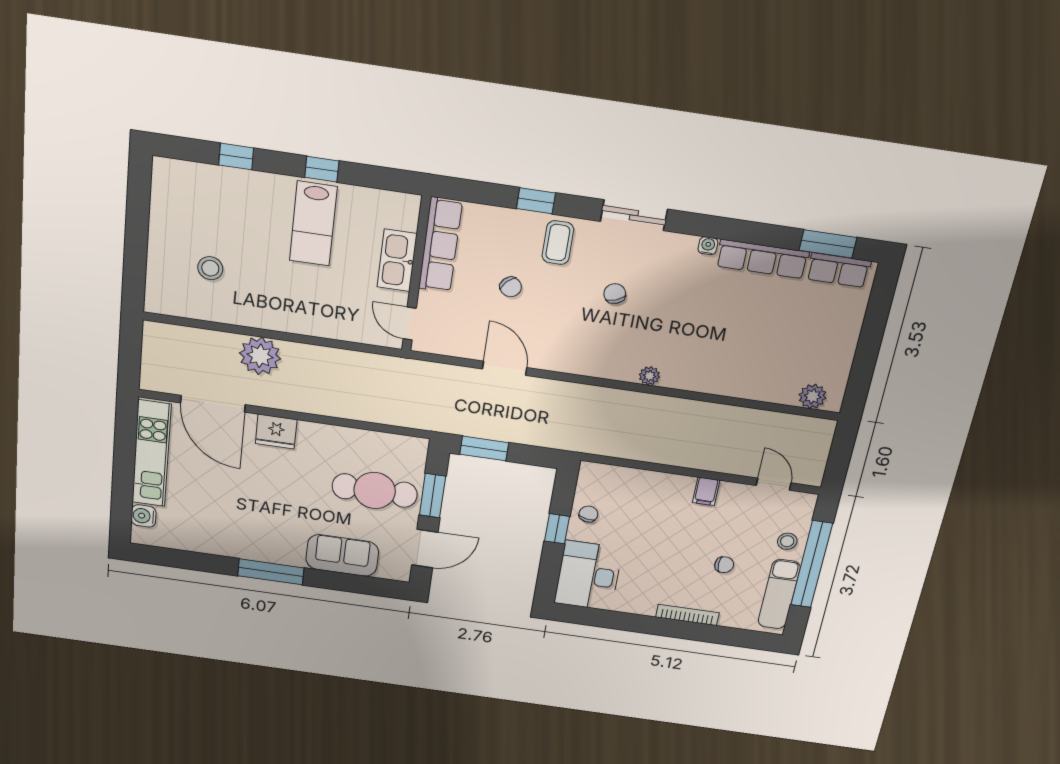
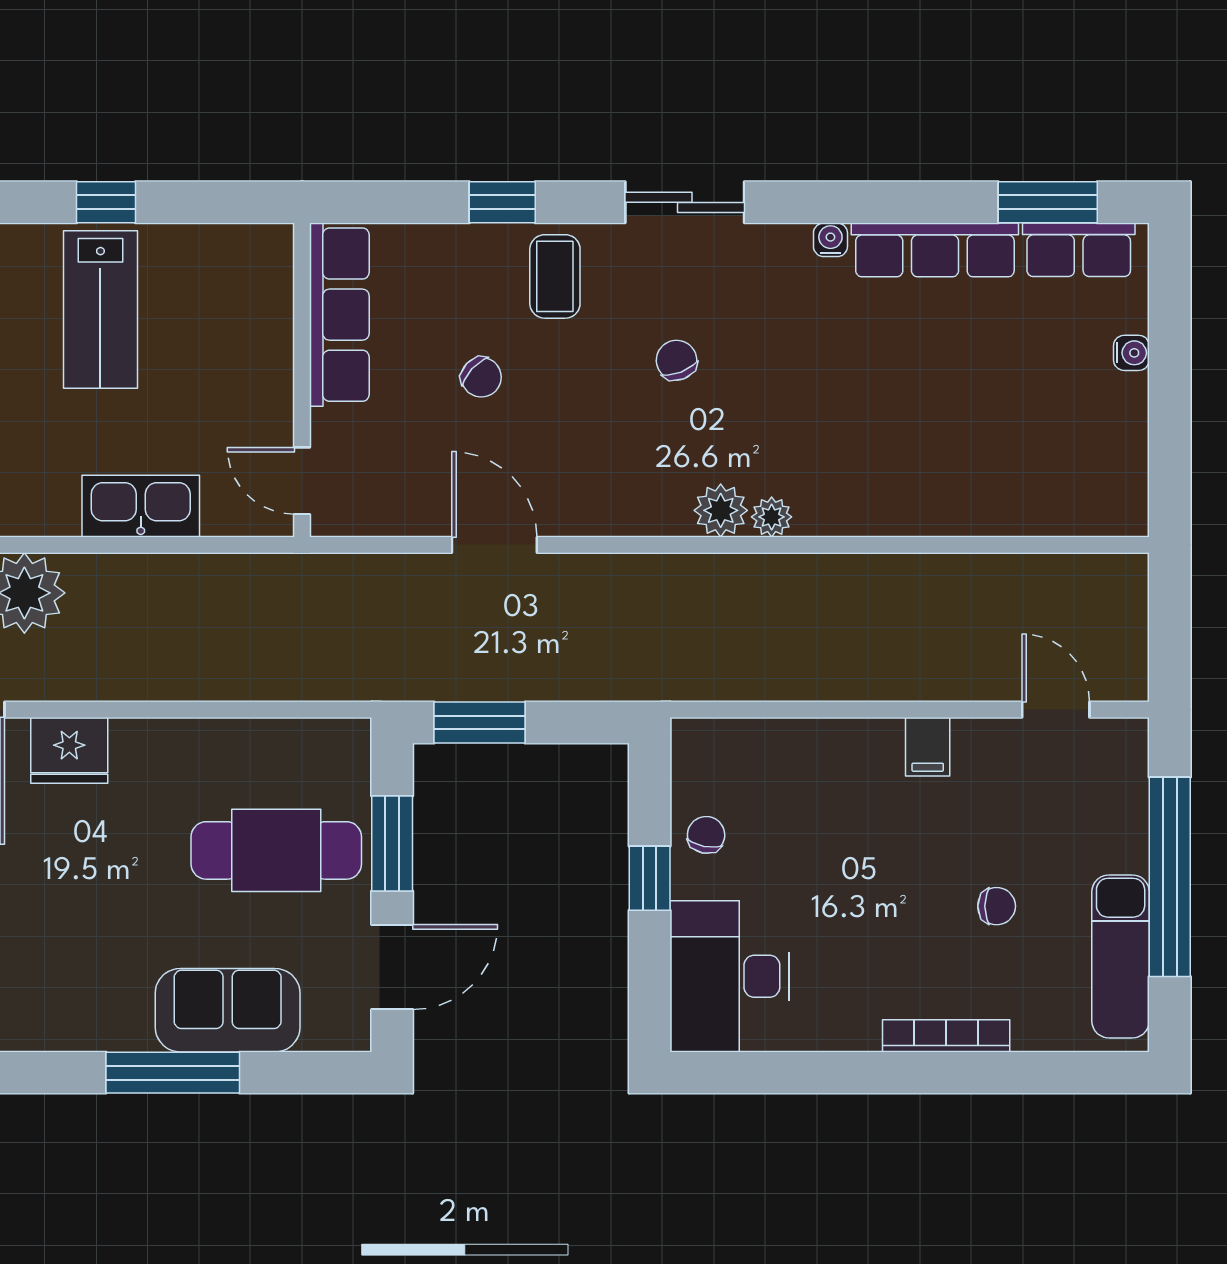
kitchen sink: (397, 260) -> (141, 506), moved, turned 90
water cooler: (853, 325) -> (1131, 353), added
plant: (813, 396) -> (721, 510), moved
stool: (787, 541) -> (1110, 832), removed
window: (271, 572) -> (173, 1073), moved

